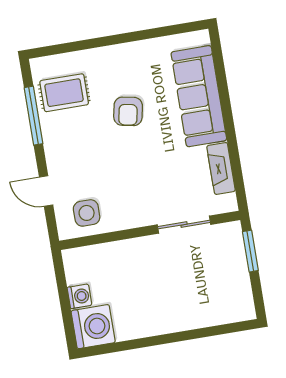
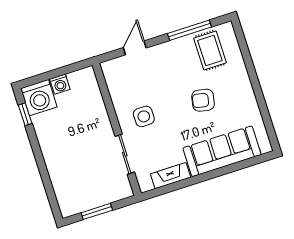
side table: (87, 213) -> (144, 116), moved
window: (250, 251) -> (97, 211), moved
window: (112, 348) -> (25, 114), added

